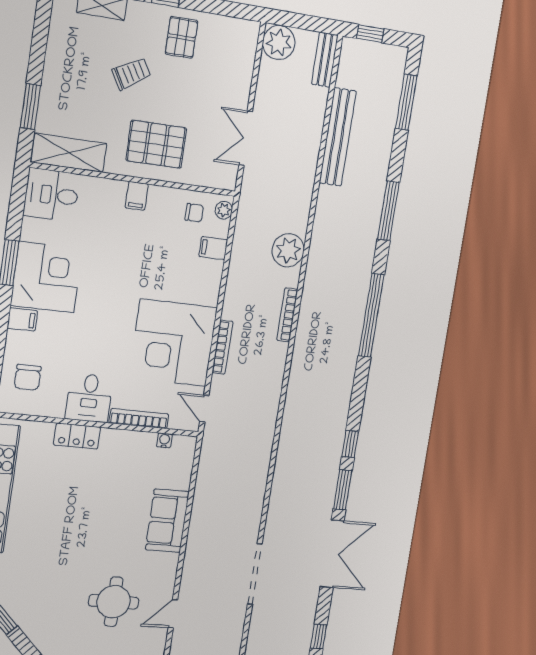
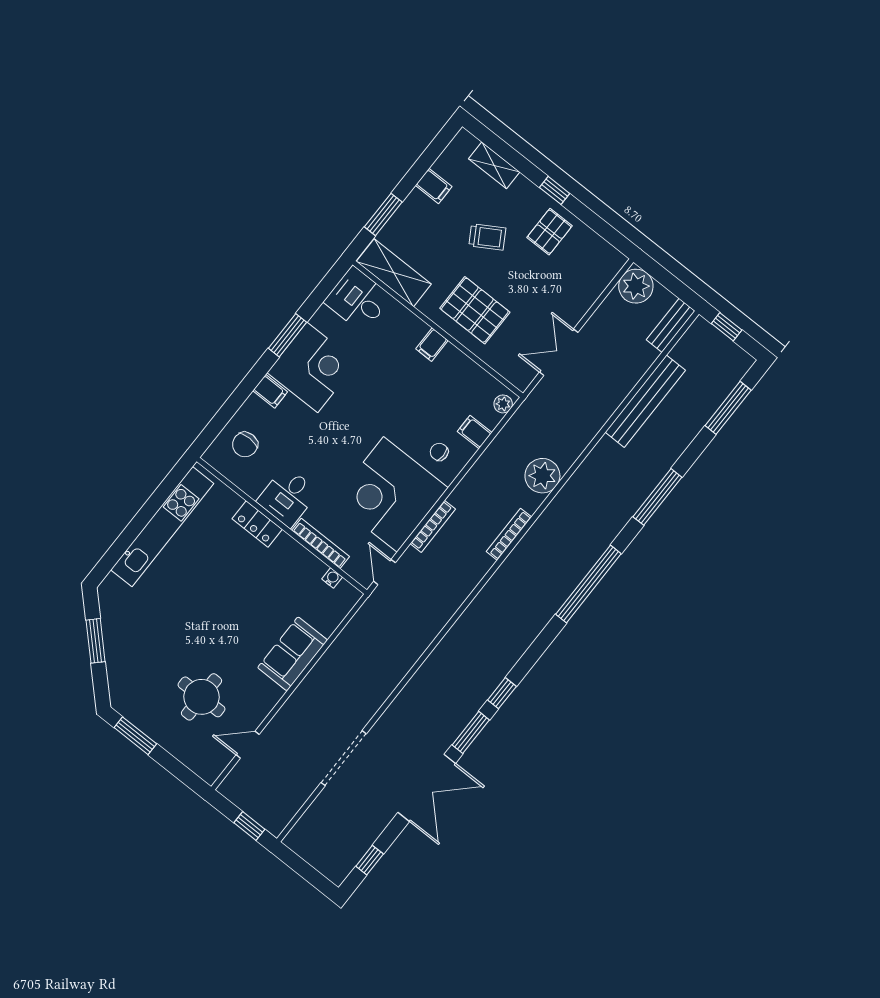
filing cabinet: (60, 55) -> (434, 186), added
chair: (194, 213) -> (439, 452), moved, turned 180

